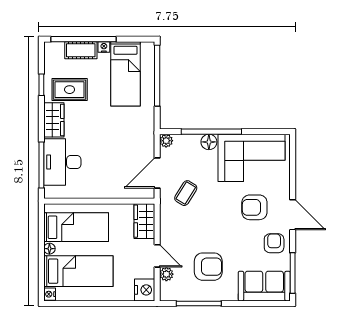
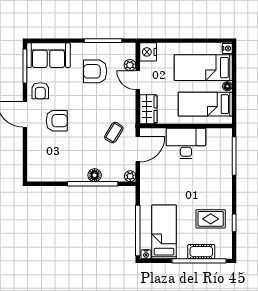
nightstand: (104, 47) -> (146, 254), moved
wardrobe: (54, 120) -> (224, 194), removed
corner sofa: (251, 158) -> (59, 162), removed
desk: (62, 162) -> (186, 143), moved, turned -90

